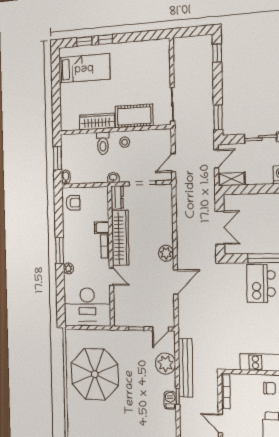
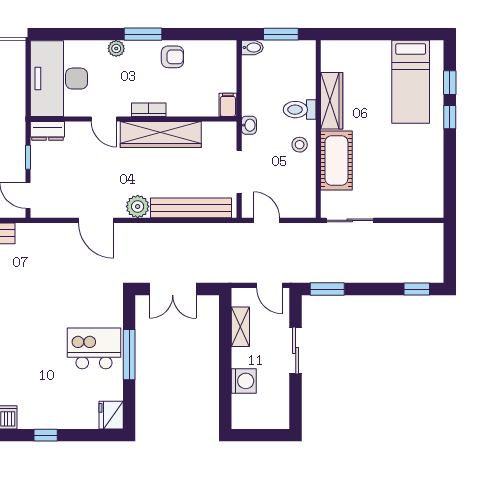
shelving: (232, 179) -> (240, 327), moved
dresser: (117, 197) -> (47, 131), moved
armchair: (73, 203) -> (172, 57), moved, turned -90
bench: (166, 216) -> (191, 208), added
filing cabinet: (102, 228) -> (228, 105), moved
door: (111, 277) -> (104, 119), hinge flipped

